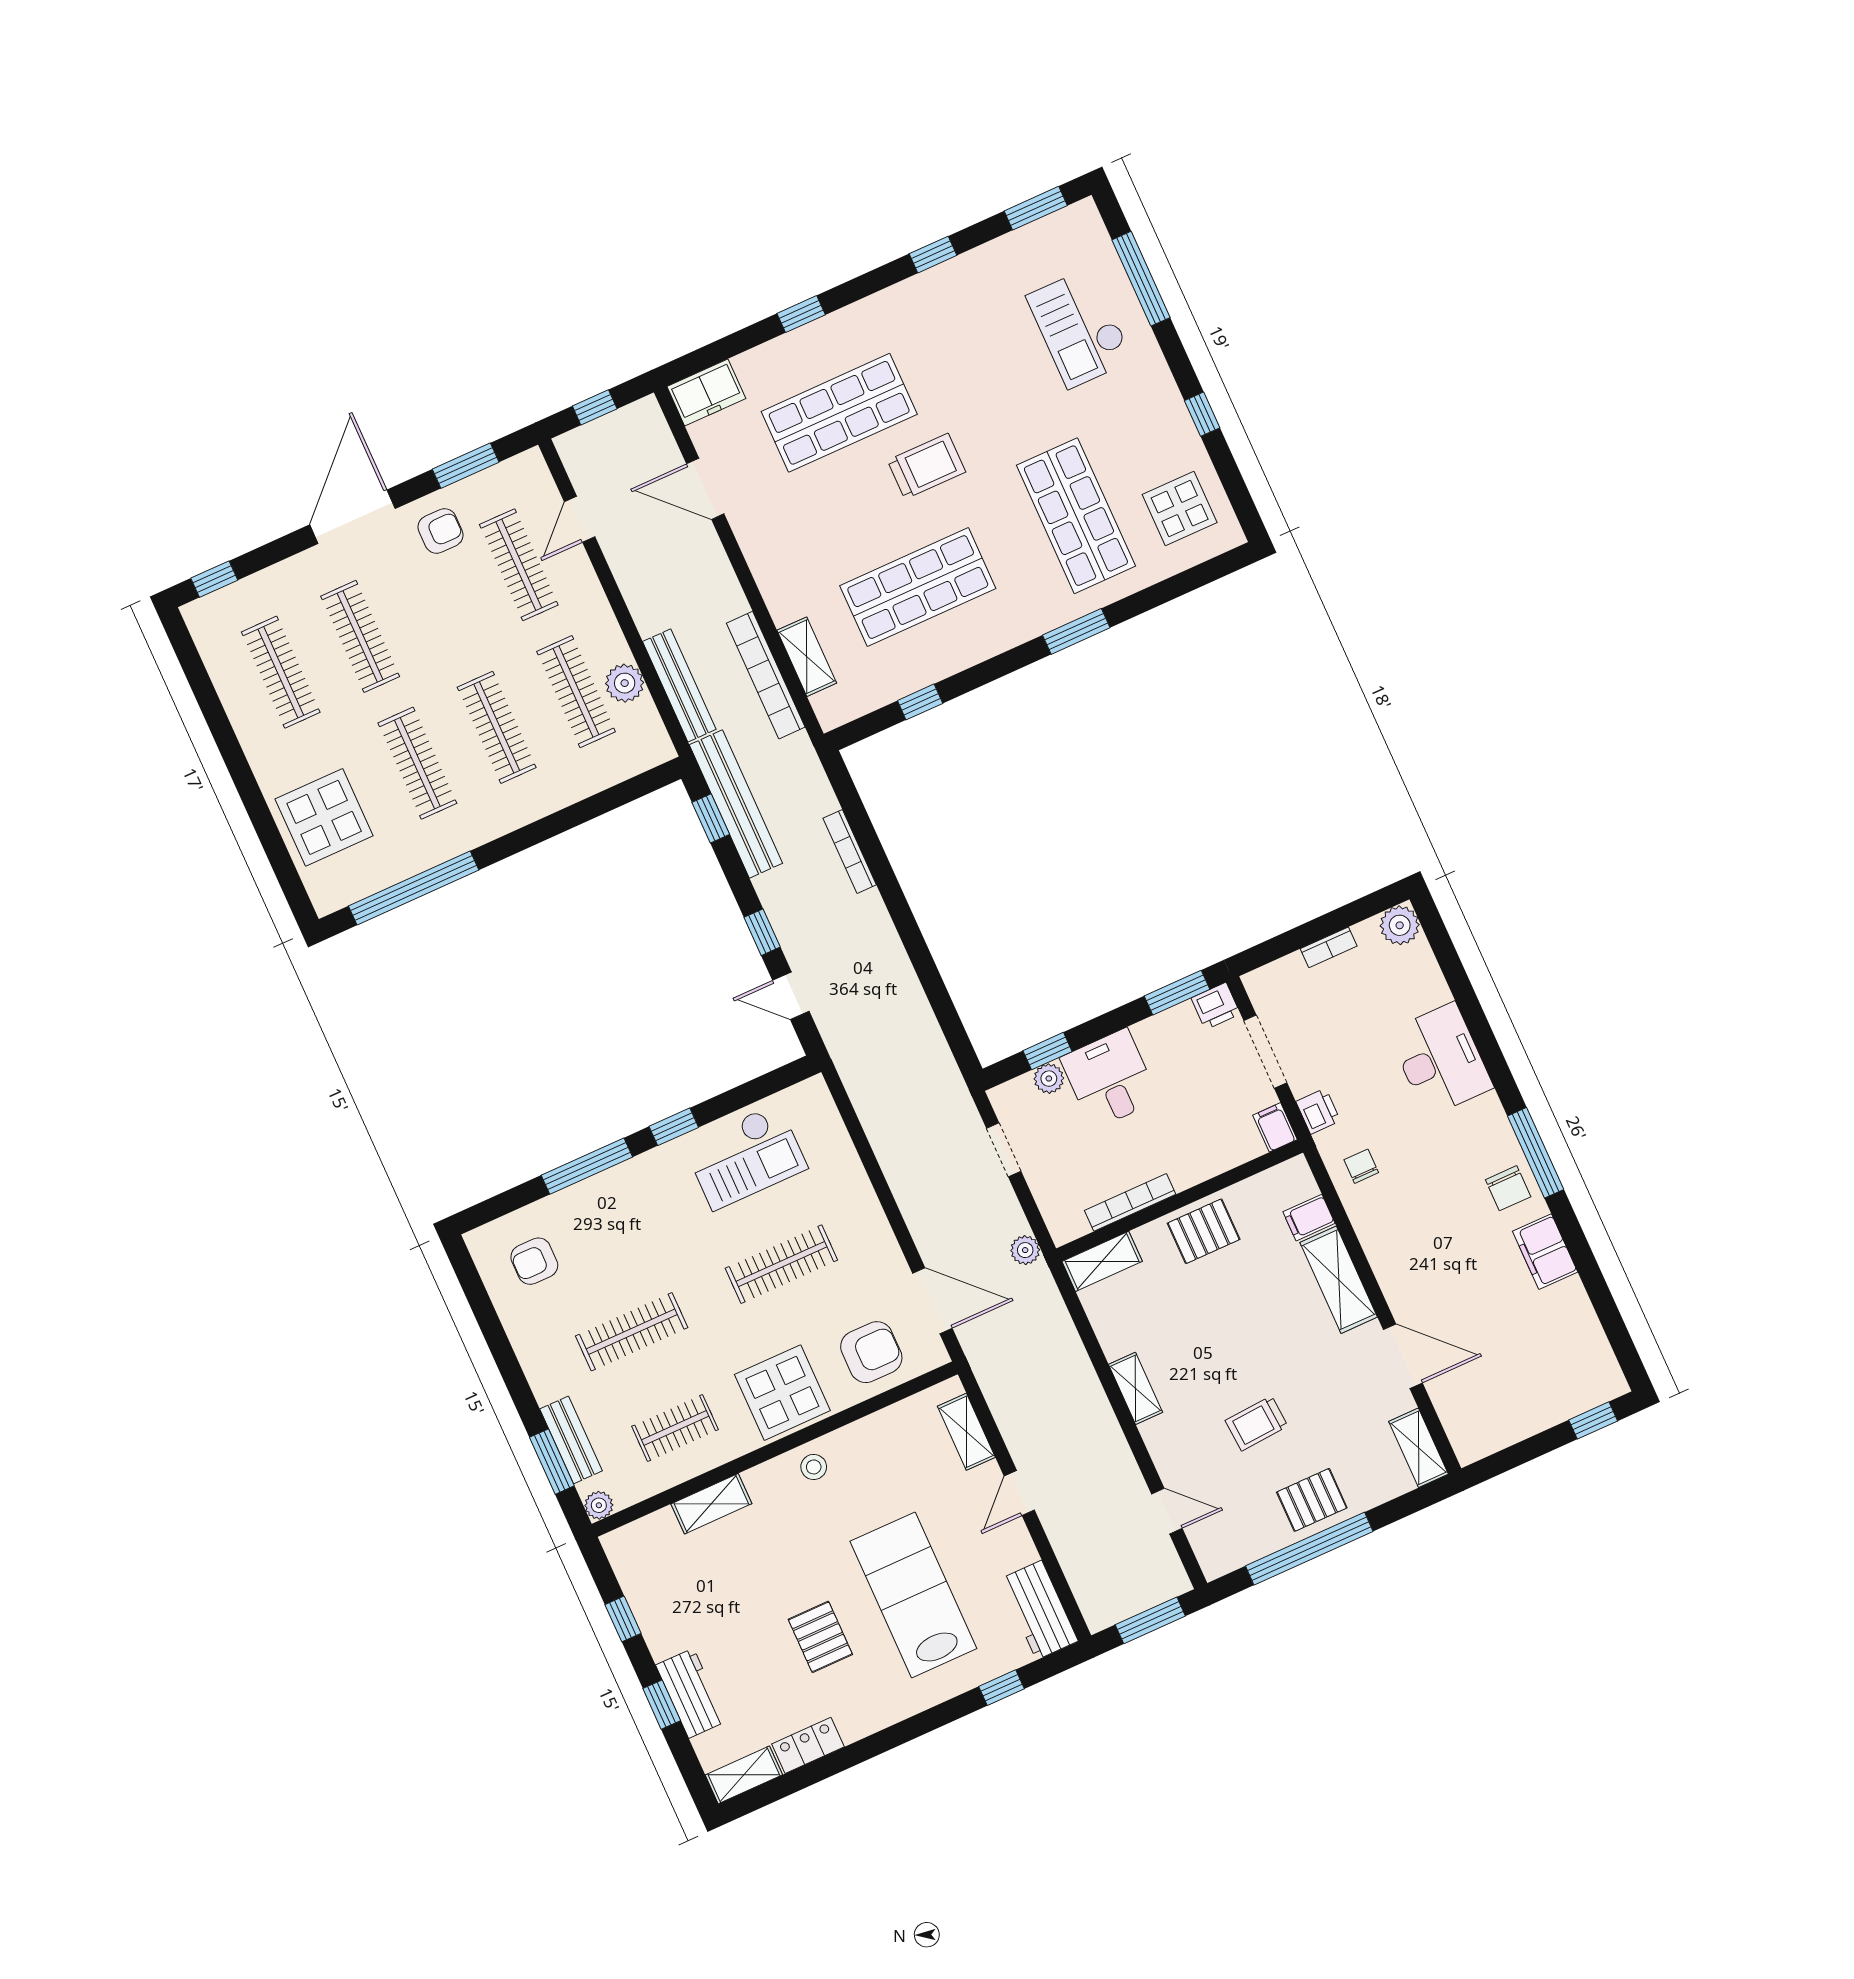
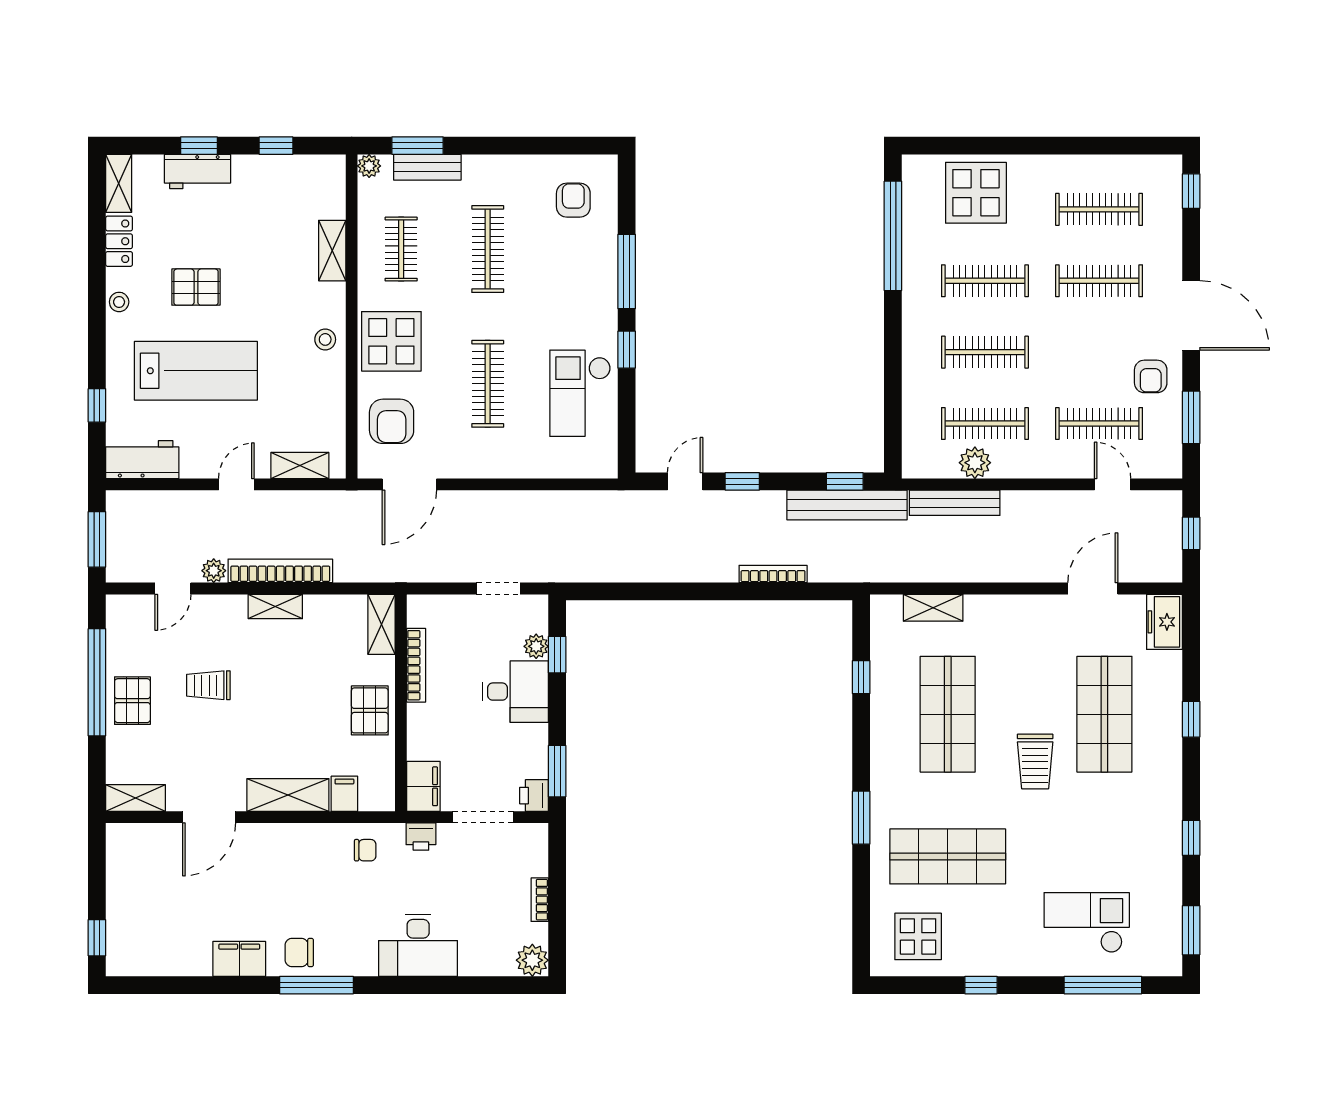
bookcase: (766, 675) -> (280, 571), moved
filing cabinet: (1275, 1127) -> (423, 786), width x2.00
plant: (1025, 1250) -> (214, 571), moved
trolley: (1257, 1423) -> (208, 685), turned -86
door: (1019, 1493) -> (236, 484), hinge flipped
stool: (875, 1715) -> (119, 302), added

